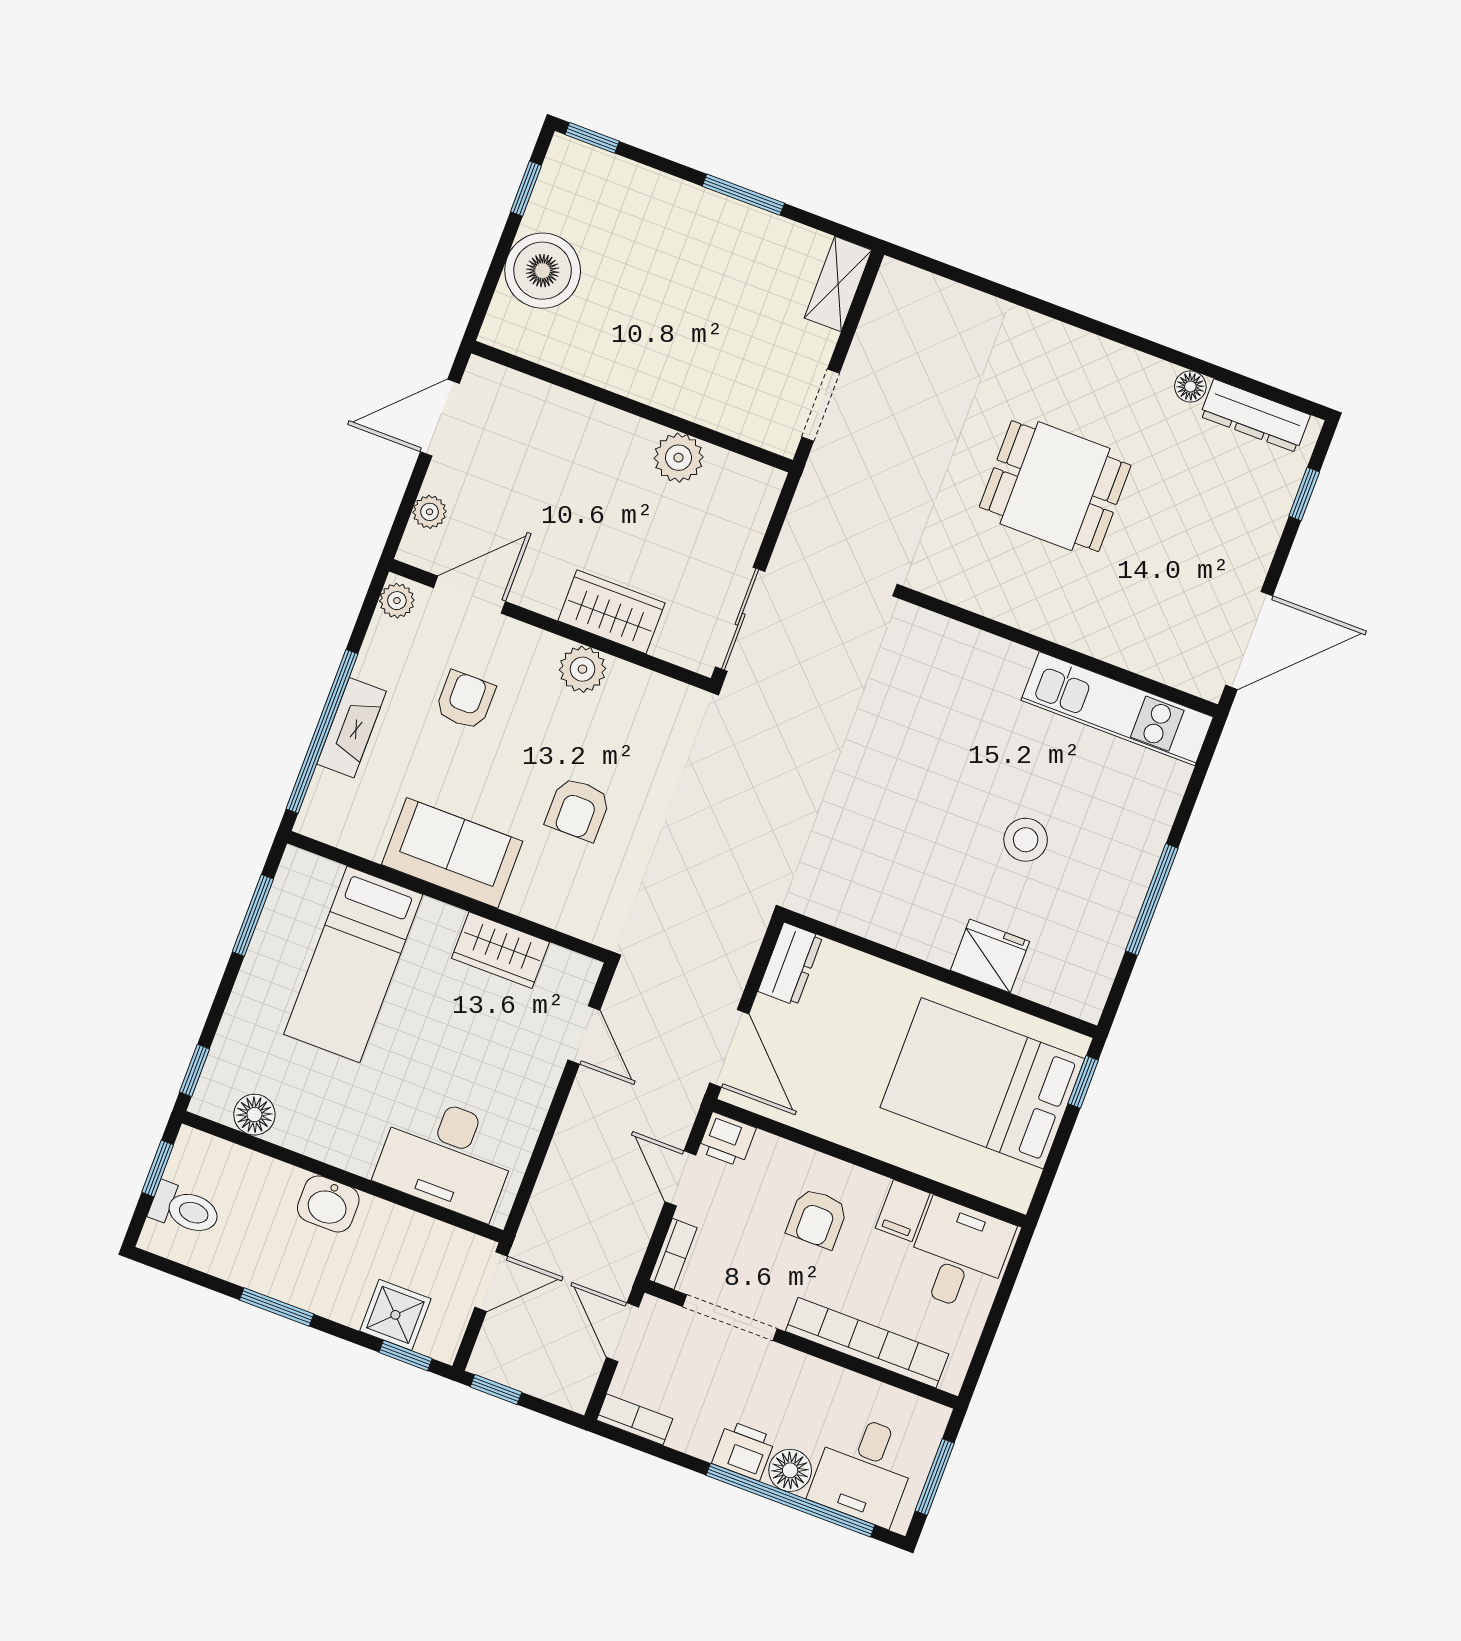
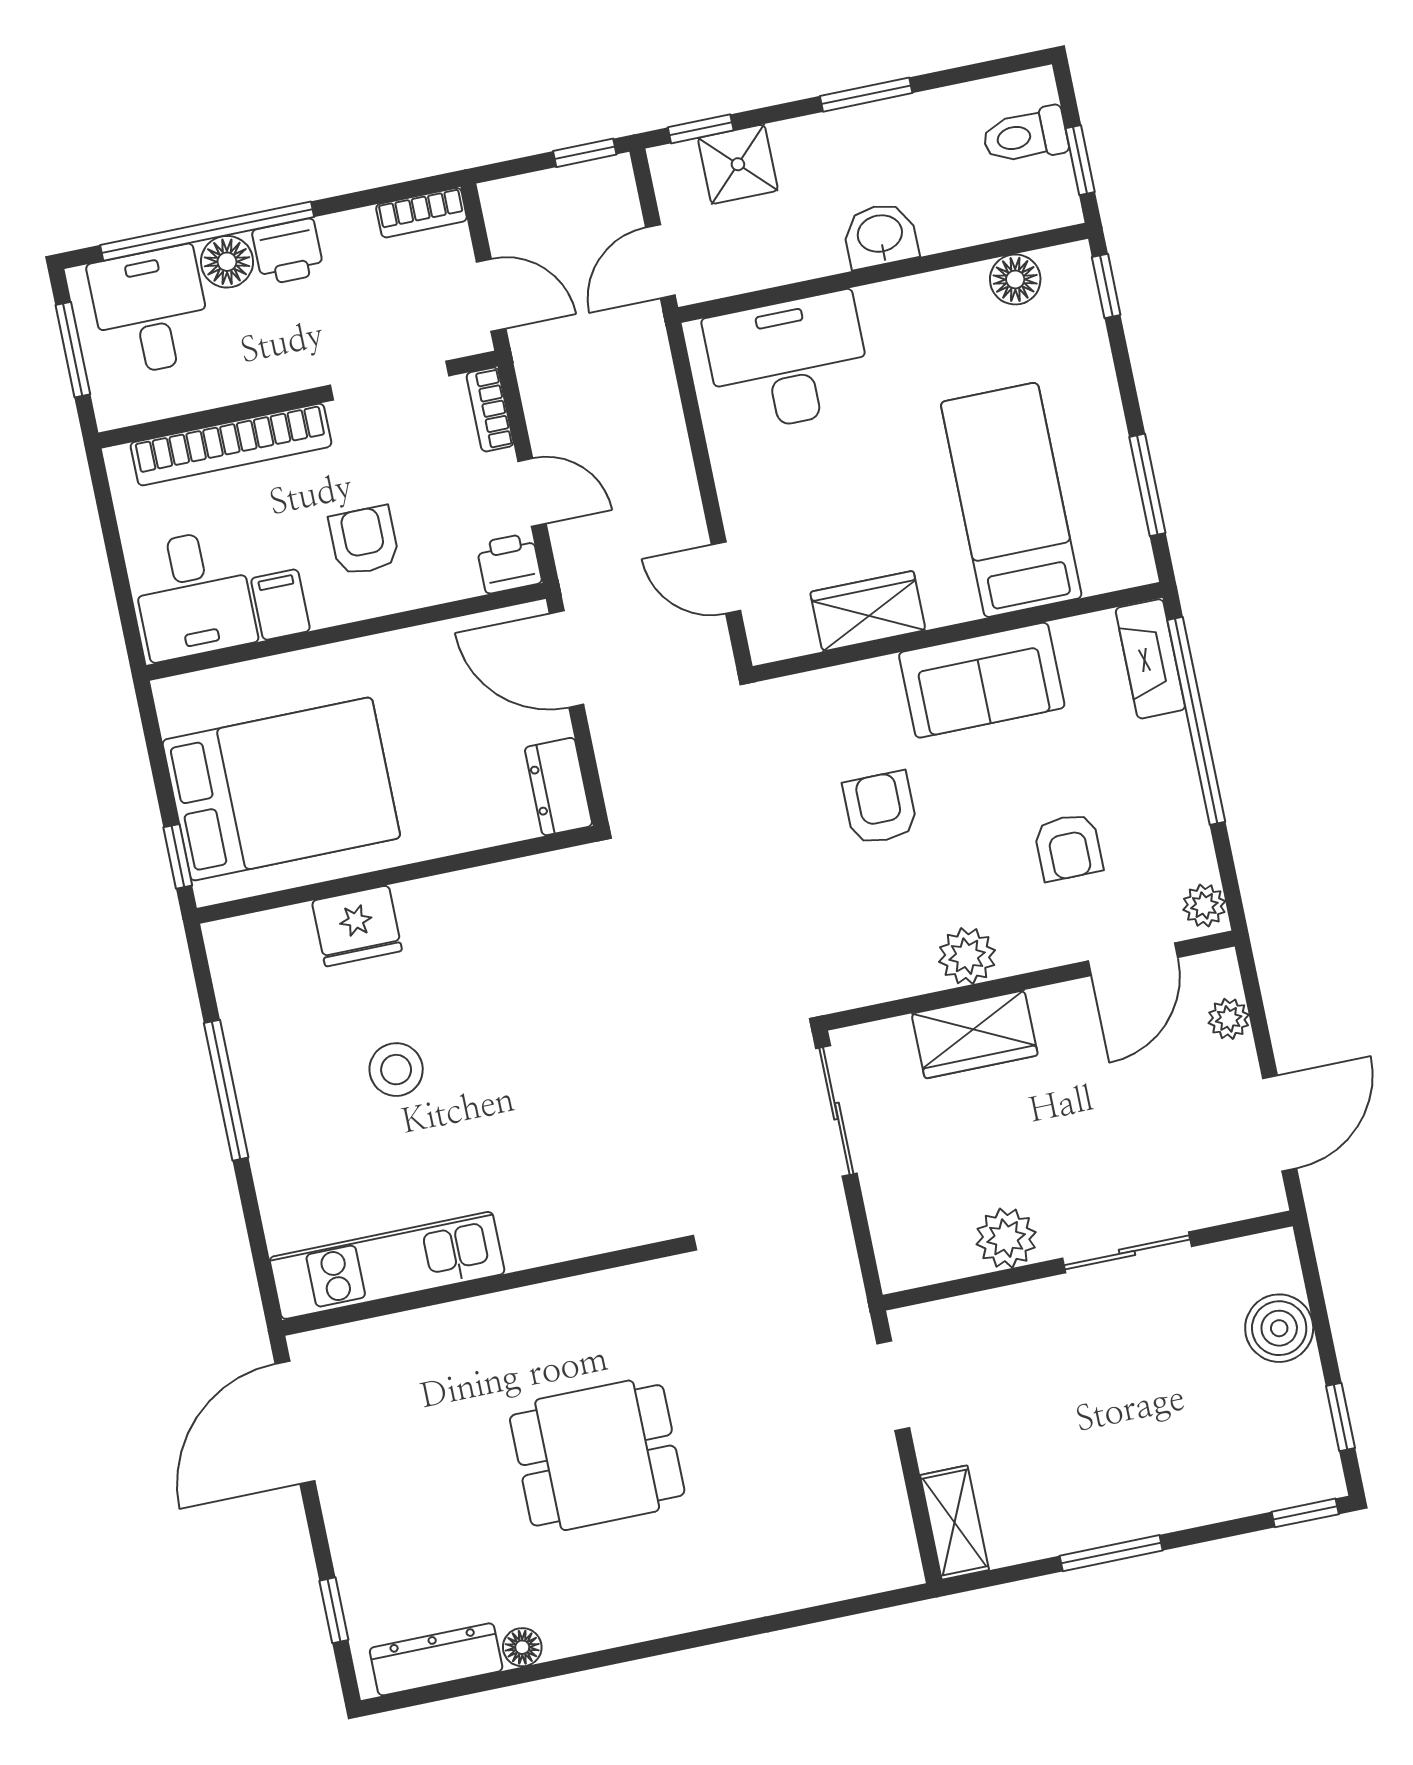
boiler: (543, 271) -> (1279, 1328), width x0.73, depth x0.73
sliding door: (601, 395) -> (1127, 1252), added
fireplace: (352, 728) -> (1150, 659), moved

